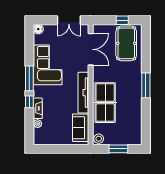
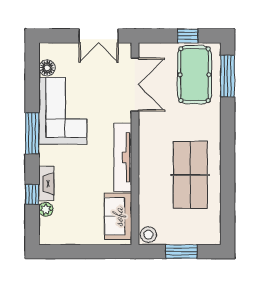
floor lamp: (38, 29) -> (47, 68), moved
window: (146, 85) -> (228, 76), moved
window: (29, 102) -> (32, 194), moved
table tennis table: (105, 103) -> (190, 175), moved

